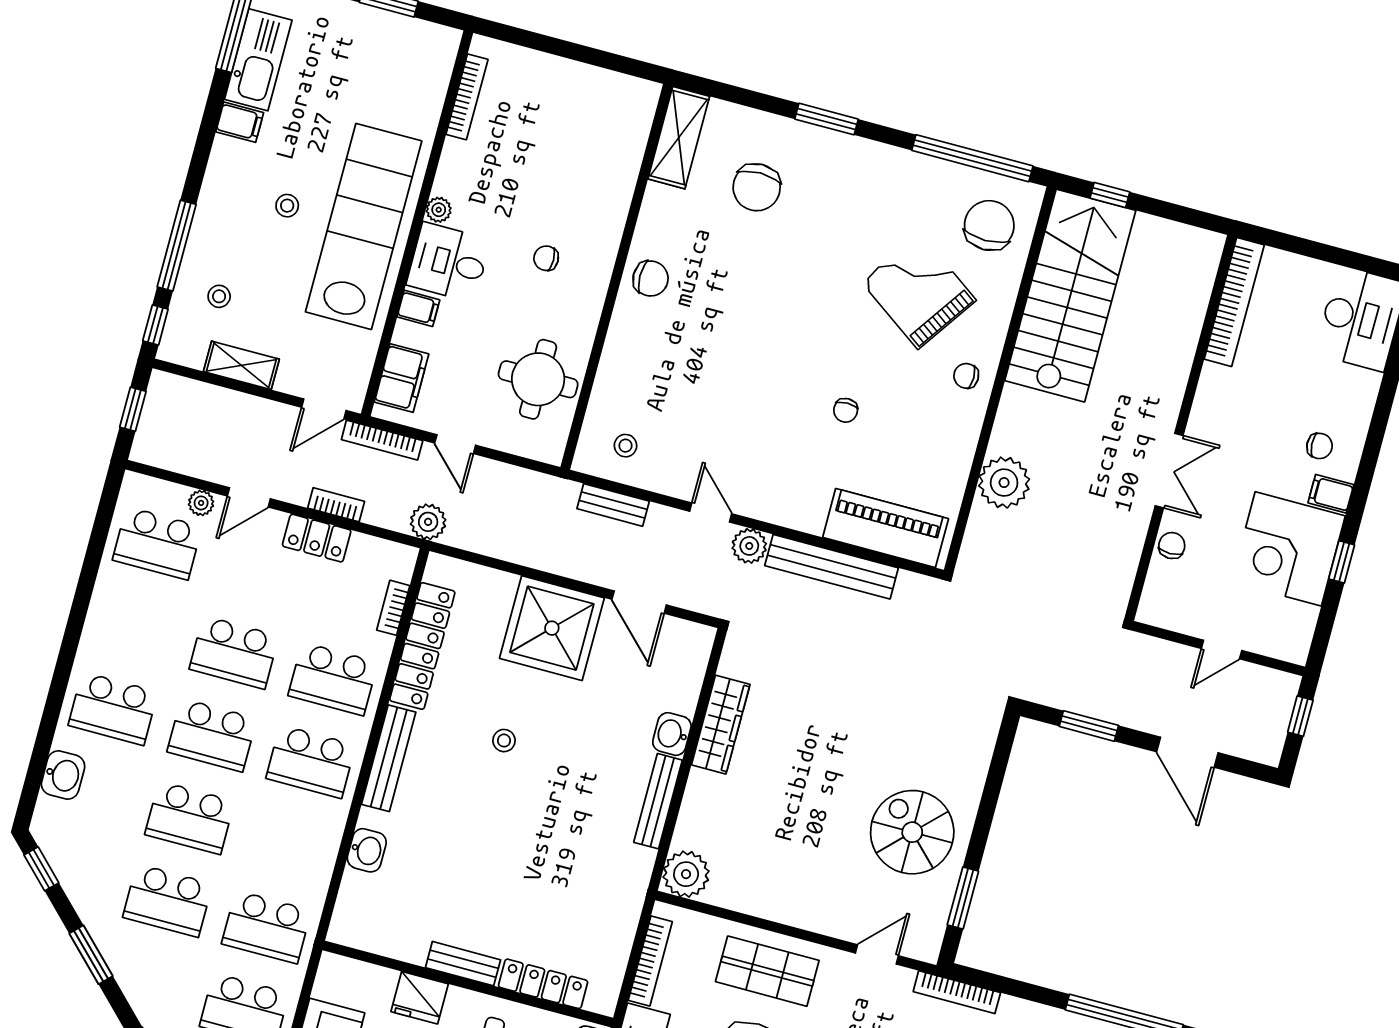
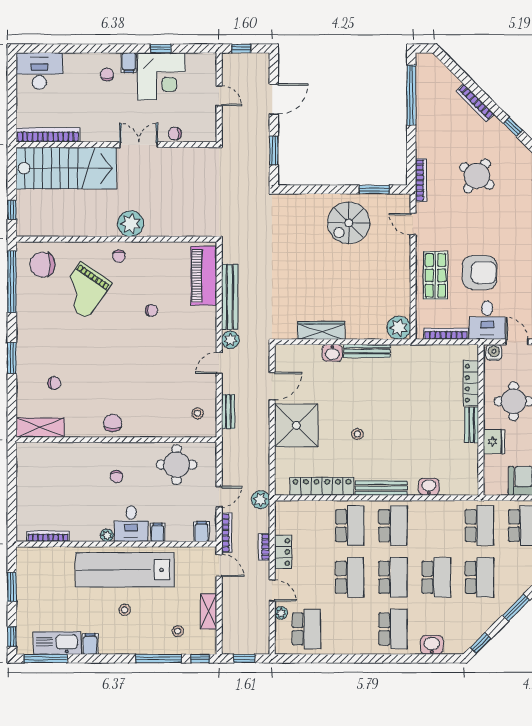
chair: (757, 187) -> (54, 383), width x0.54, depth x0.54
stairs: (1070, 296) -> (66, 168), moved, turned 180
filing cabinet: (402, 378) -> (201, 531), width x0.50
plant: (1004, 483) -> (131, 224), moved
bookcase: (393, 608) -> (307, 505), removed

